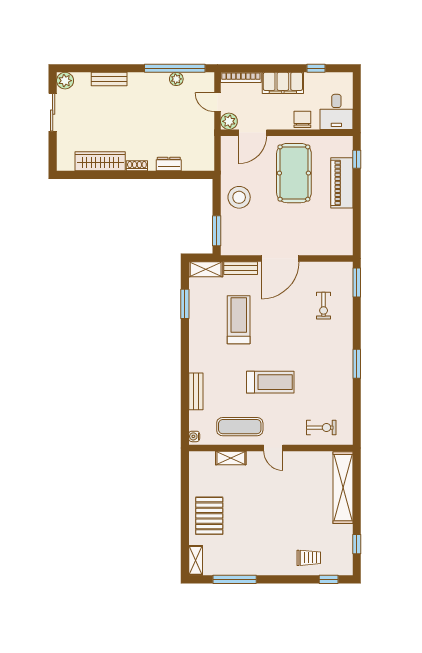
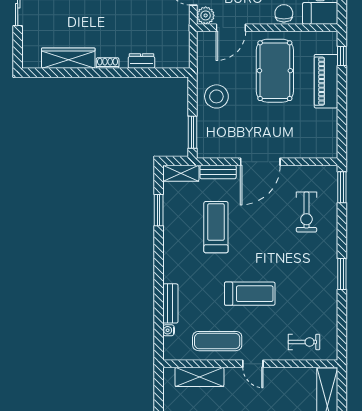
exercise bike: (324, 306) -> (306, 212), width x1.38, depth x1.39
water cooler: (194, 436) -> (169, 330), moved
shelving: (231, 458) -> (199, 377), width x1.50, depth x1.33

